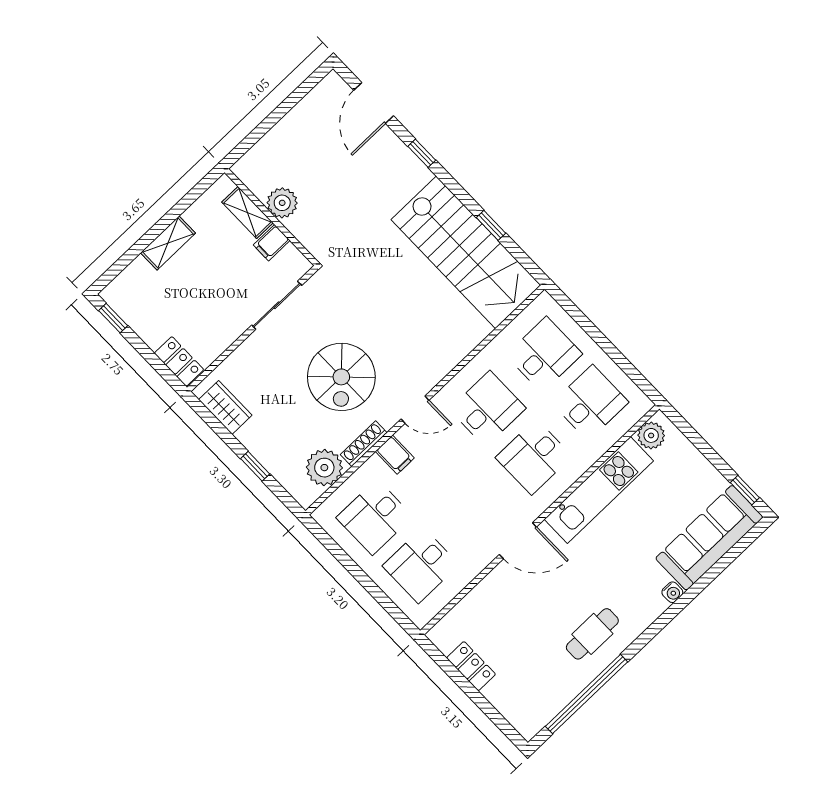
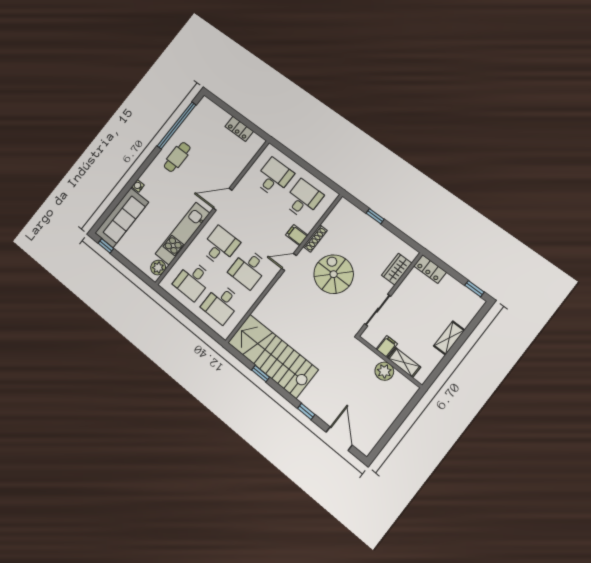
wardrobe: (225, 407) -> (397, 269), moved, turned 90
plant: (324, 468) -> (335, 222), removed

